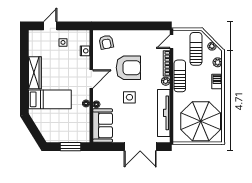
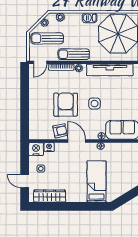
nightstand: (83, 38) -> (36, 149), added
armchair: (106, 42) -> (60, 131), moved
door: (171, 42) -> (40, 62), hinge flipped
wardrobe: (35, 73) -> (50, 196), moved
barbecue: (217, 82) -> (90, 18), moved

